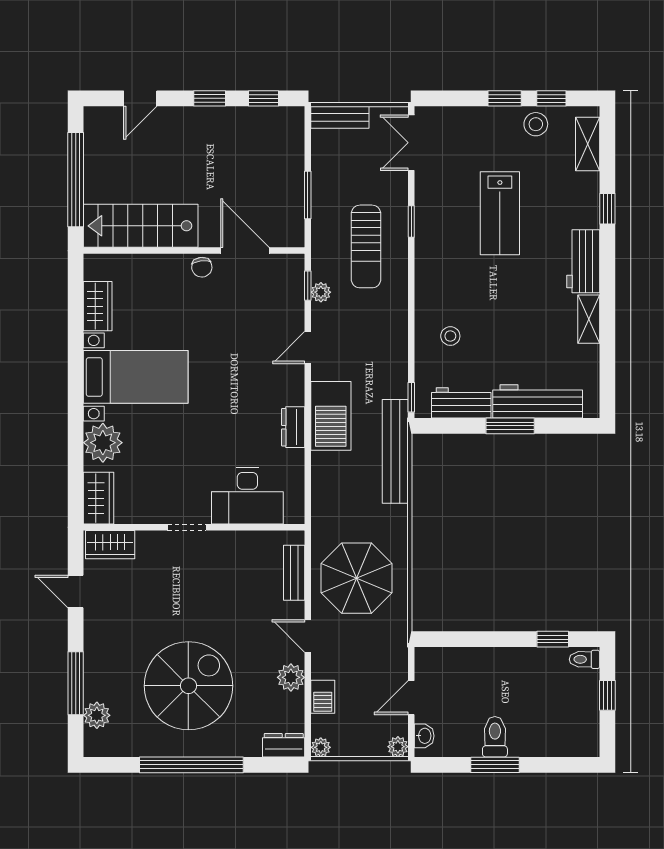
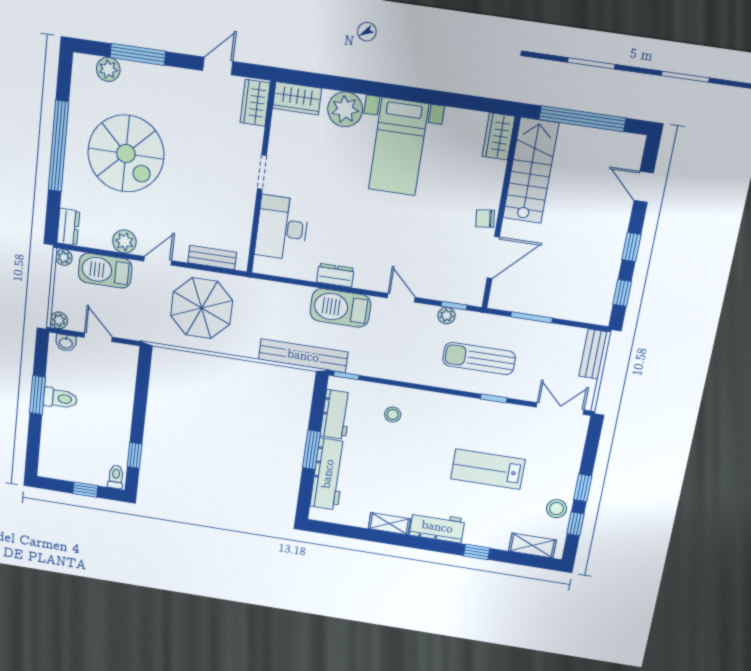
wardrobe: (98, 306) -> (498, 136), moved, turned 90
barbecue: (323, 697) -> (105, 271), width x1.88, depth x1.53

